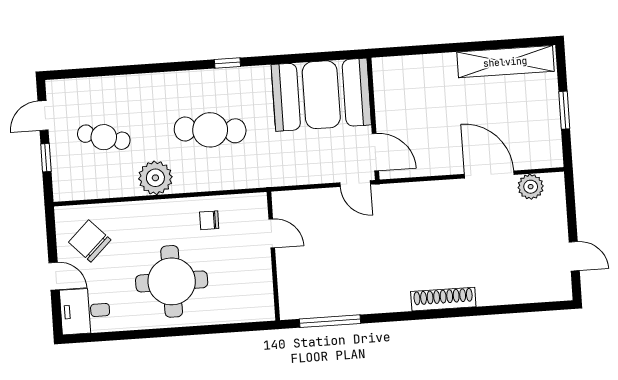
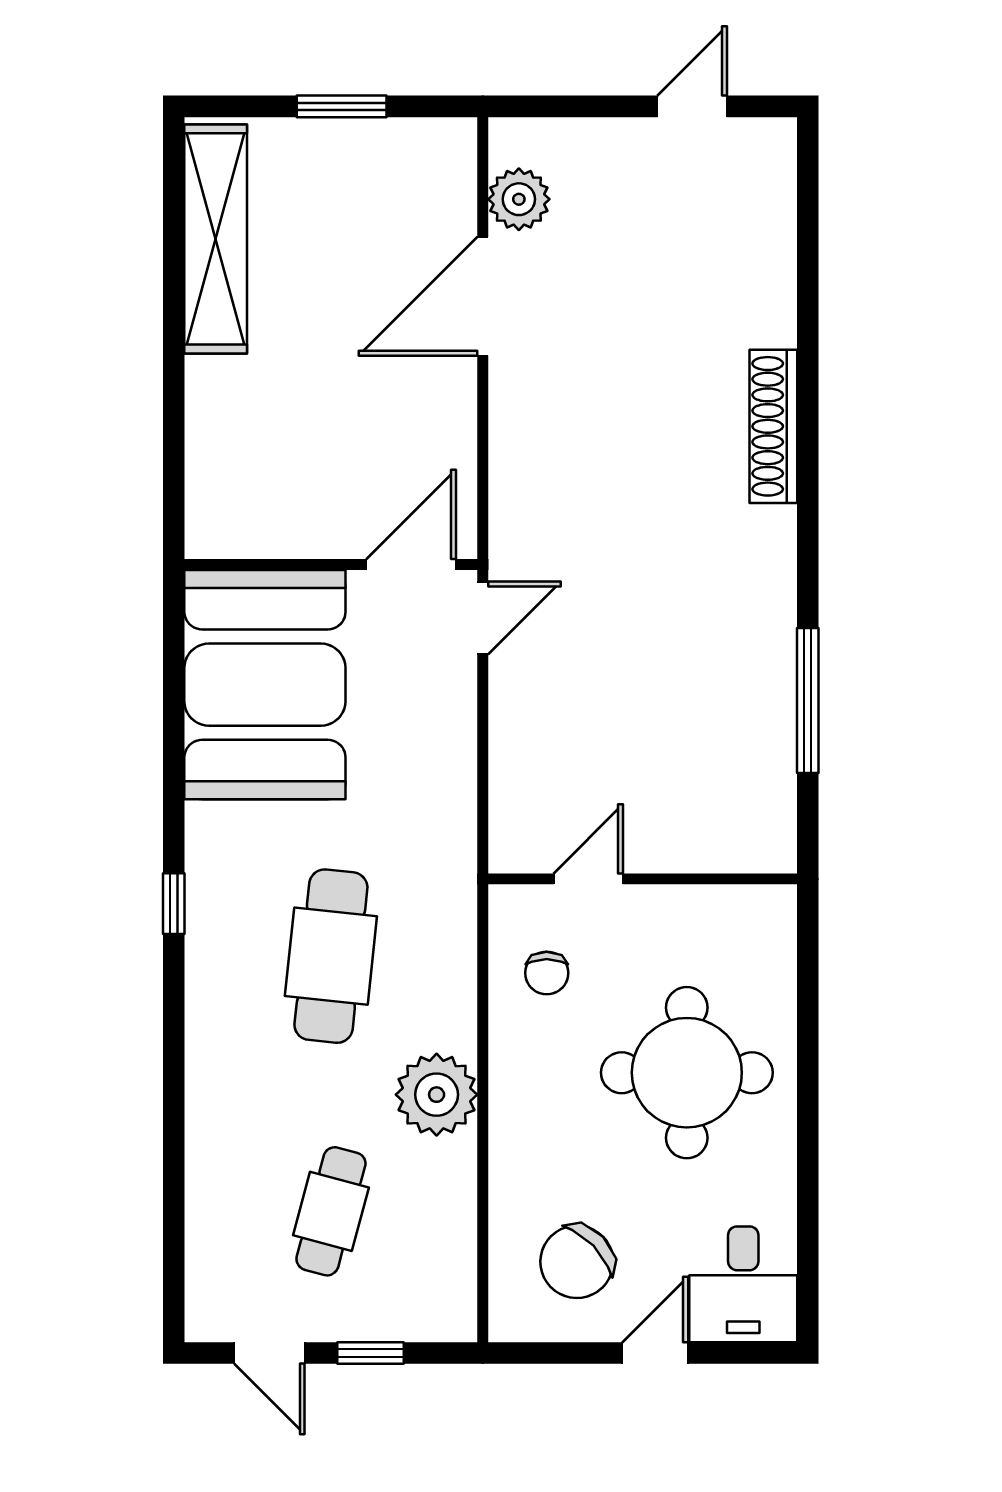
door: (272, 233) -> (588, 879), moved
wall: (273, 256) -> (643, 879), moved

